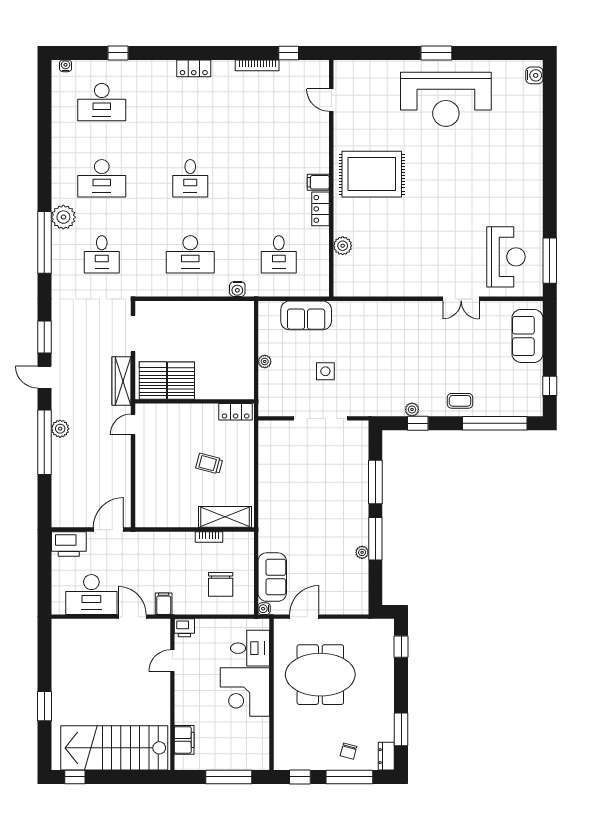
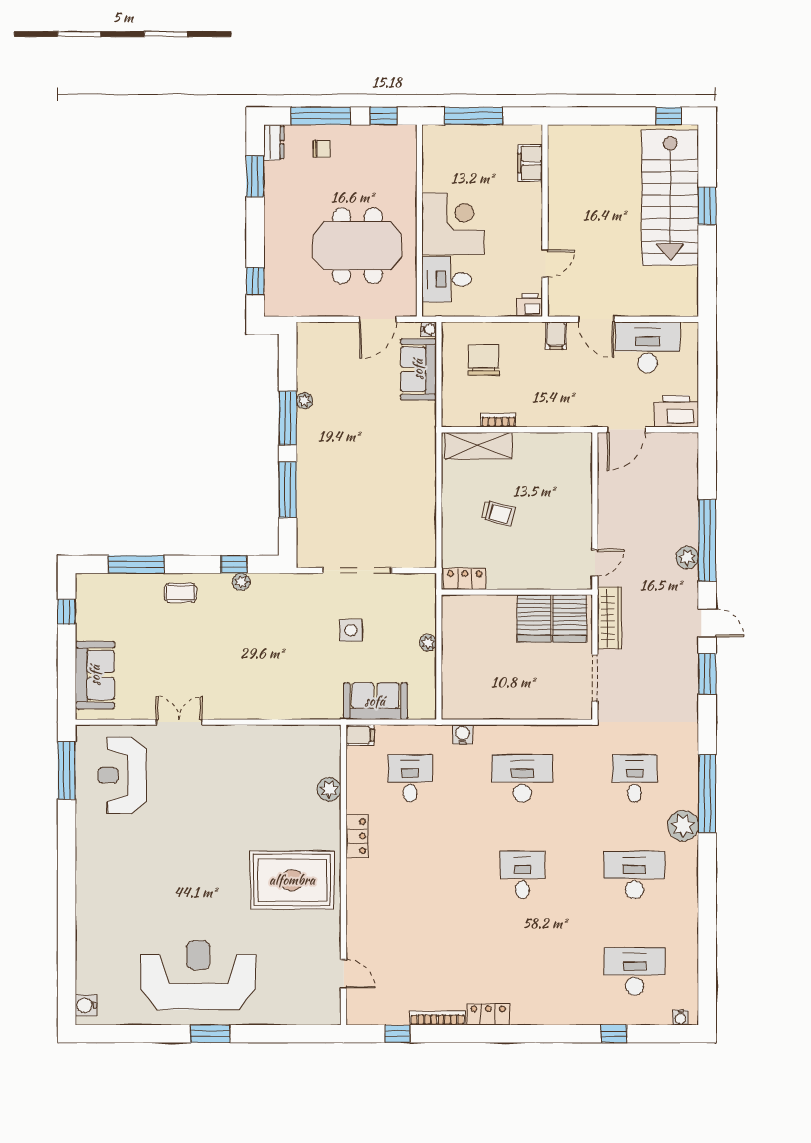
locker: (194, 68) -> (488, 1014), moved
filing cabinet: (318, 182) -> (360, 735), moved
window: (495, 423) -> (136, 564), width x0.68
stairs: (114, 748) -> (670, 198), moved, turned 90
chair: (349, 751) -> (322, 149), turned 75

